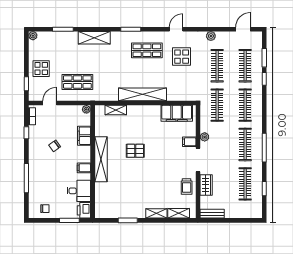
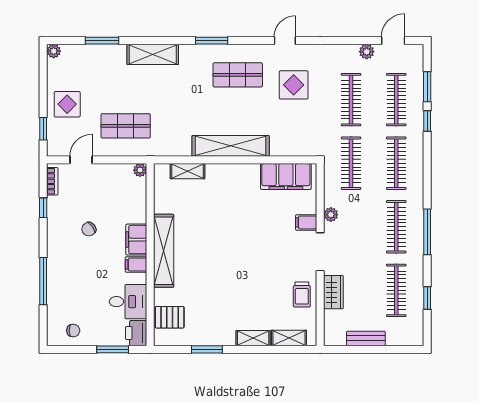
plant: (211, 36) -> (367, 52), moved
filing cabinet: (84, 136) -> (136, 240), moved
pallet: (135, 151) -> (170, 317), moved
bench: (212, 214) -> (366, 338), moved

